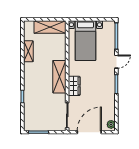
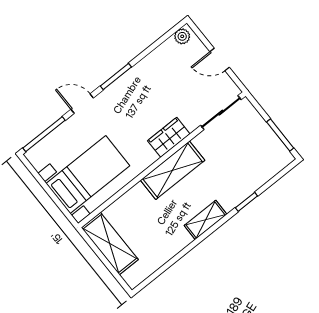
shelving: (28, 51) -> (206, 220), moved
door: (89, 132) -> (220, 60), width x0.53

